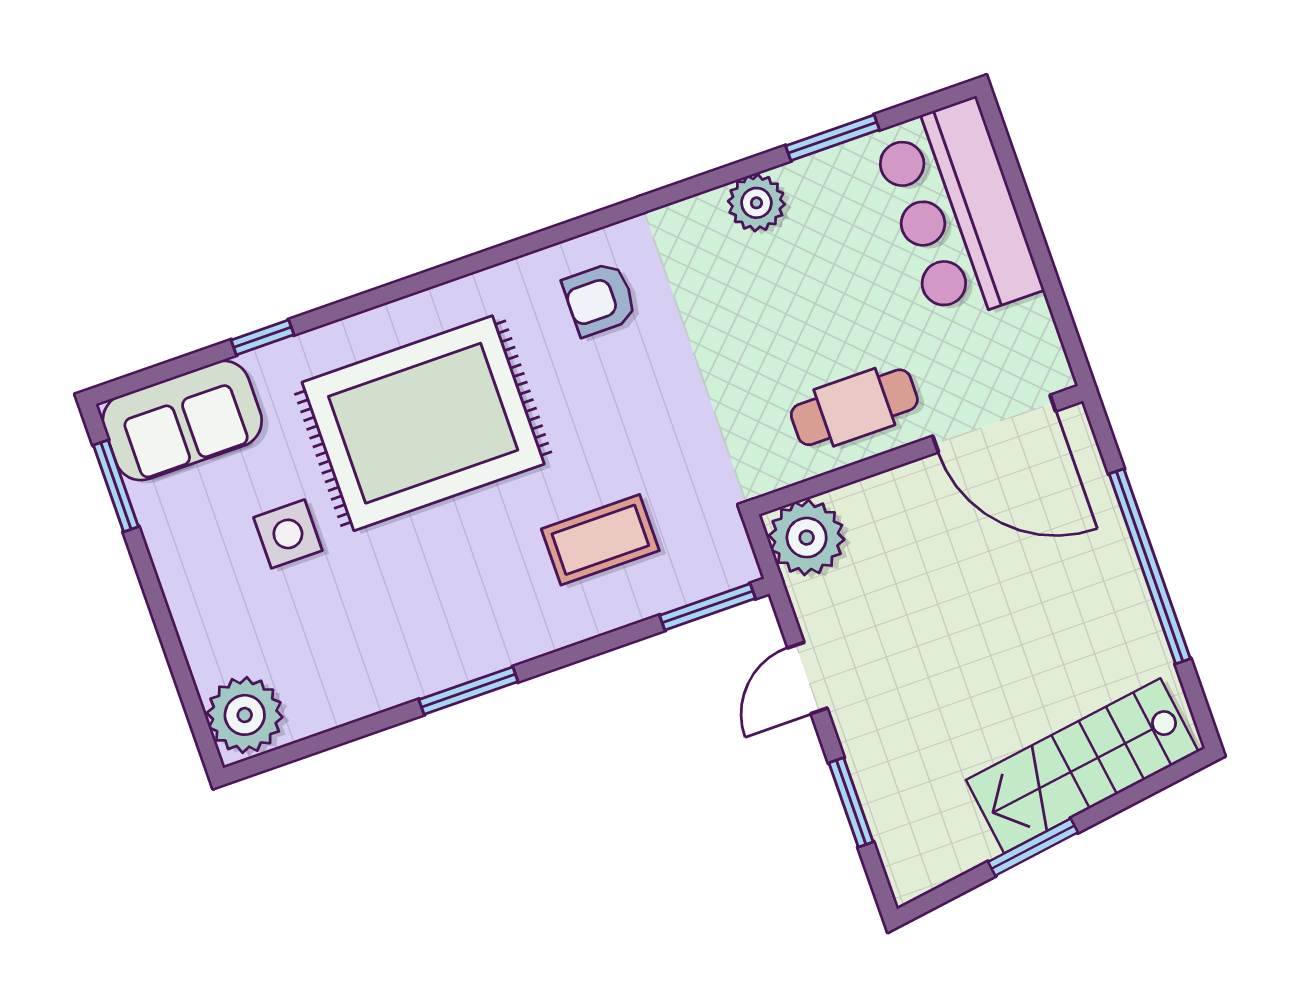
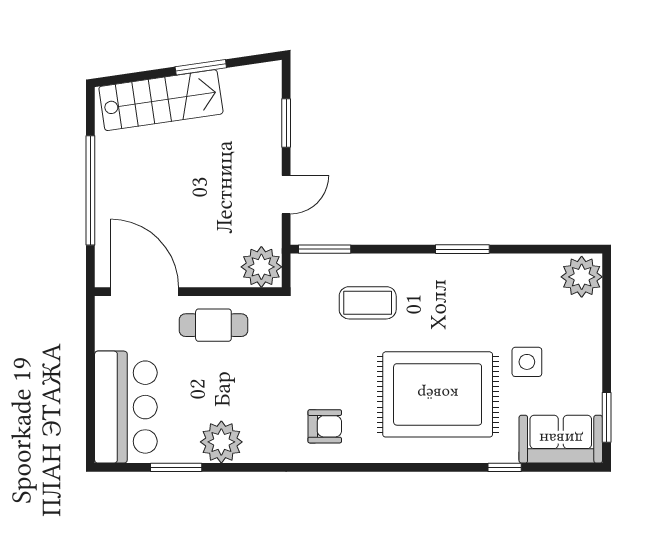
plant: (756, 203) -> (221, 442), width x1.36, depth x1.36

